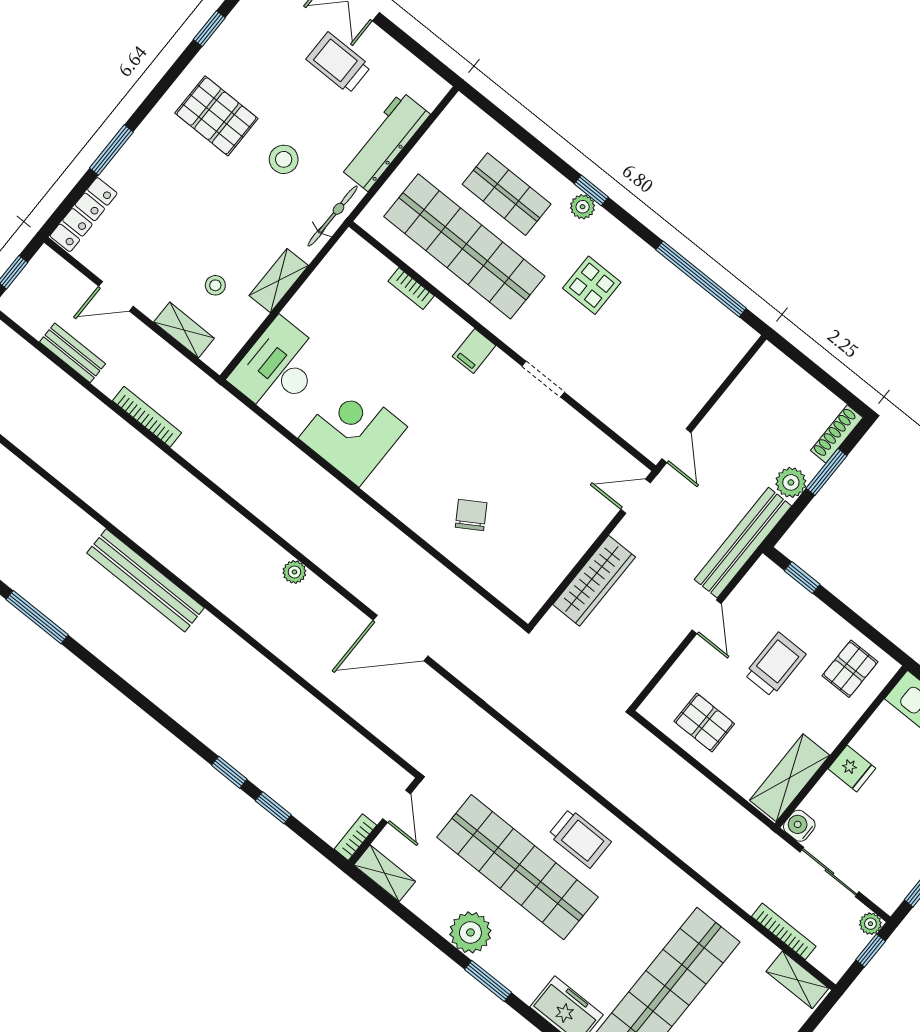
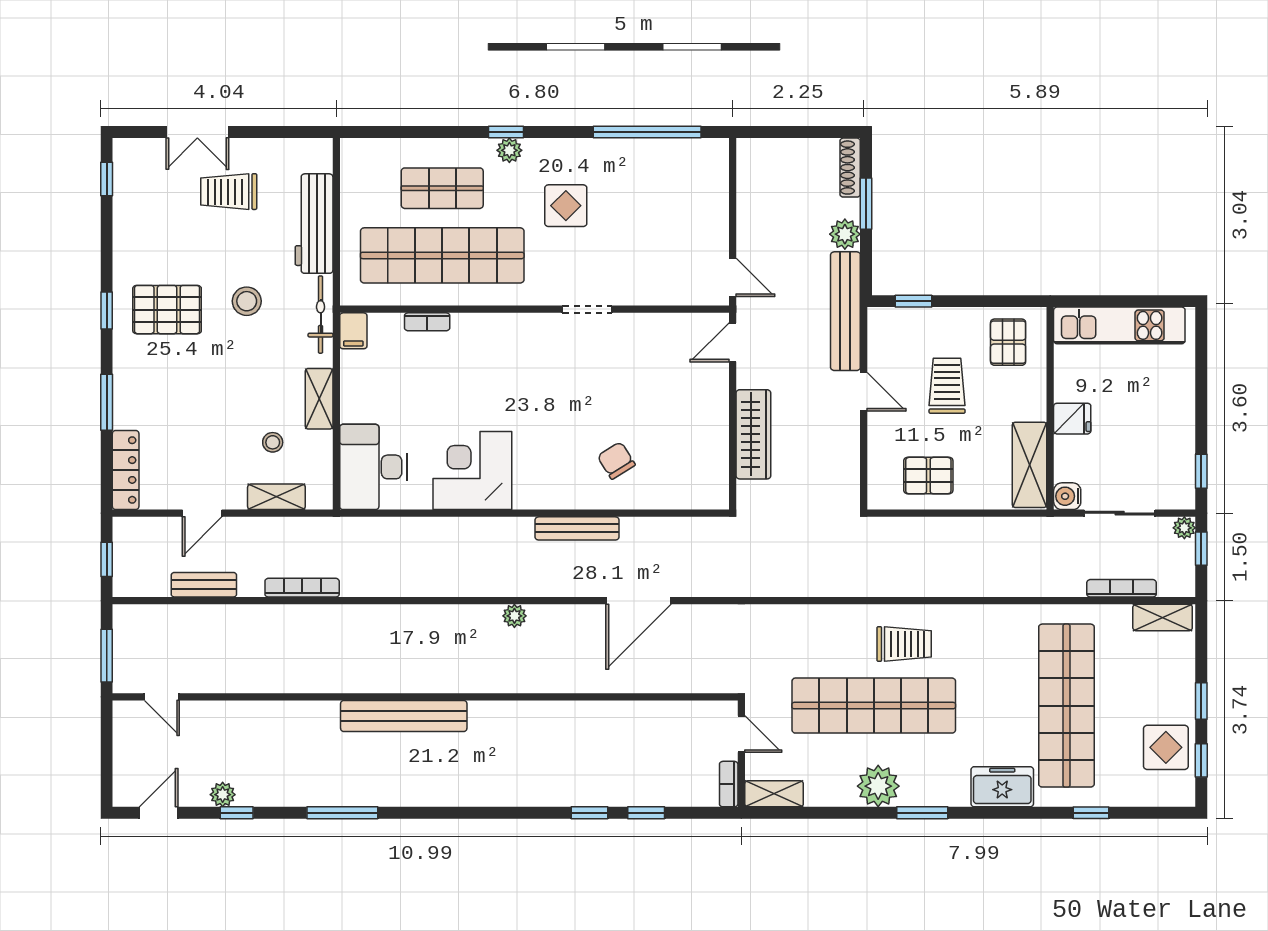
window: (209, 29) -> (107, 310), moved
filing cabinet: (474, 351) -> (353, 331), moved
bench: (398, 543) -> (577, 528), added

